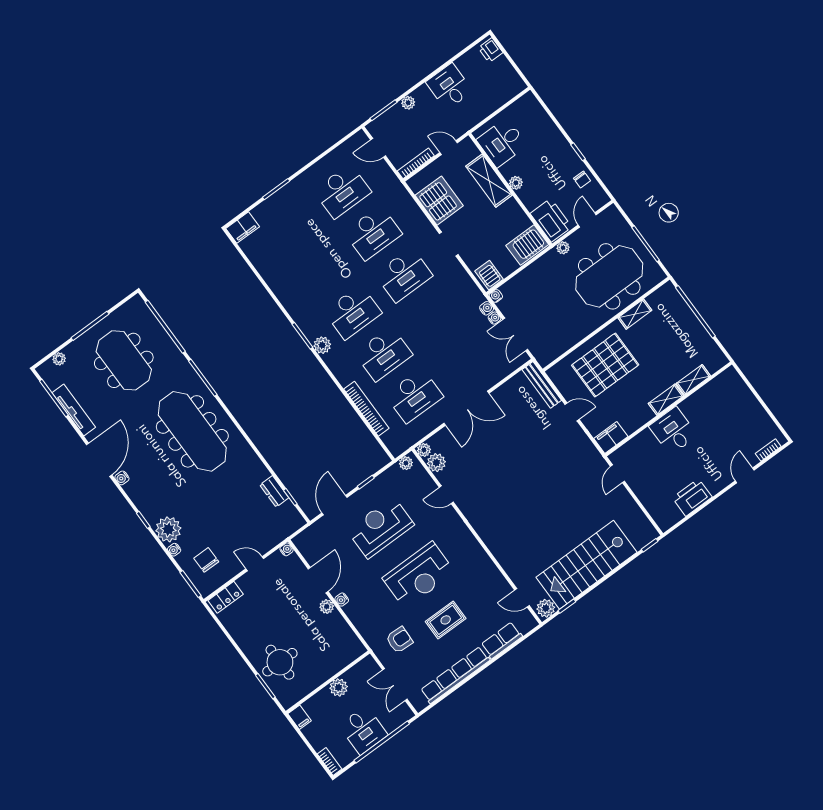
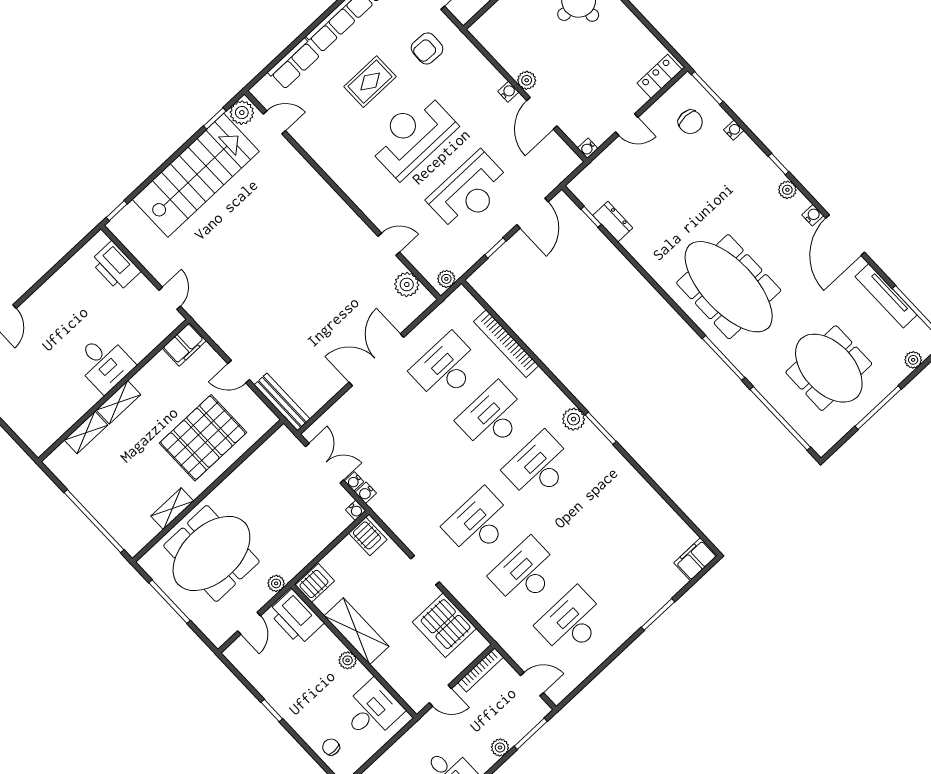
chair: (582, 180) -> (331, 747), moved
shelving: (489, 181) -> (357, 631), moved
server rack: (527, 245) -> (315, 583), width x0.73, depth x0.70
plant: (424, 450) -> (425, 299), removed
printer: (692, 497) -> (115, 266), moved, turned 90
plant: (168, 529) -> (787, 190), moved, width x0.53, depth x0.53

